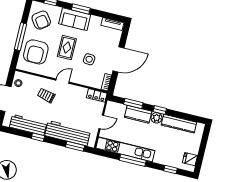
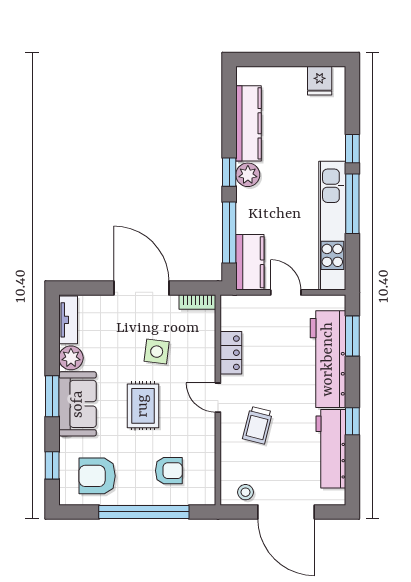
armchair: (41, 20) -> (97, 476), turned -144
plant: (95, 21) -> (71, 358), added
window: (20, 37) -> (144, 512), width x1.46
rug: (67, 48) -> (143, 406), turned 90
armchair: (36, 52) -> (169, 471), width x0.53, depth x0.53
locker: (97, 95) -> (231, 353), moved
window: (133, 104) -> (229, 233), width x1.44
kitchen counter: (138, 114) -> (250, 262), moved
window: (170, 170) -> (352, 149), moved

